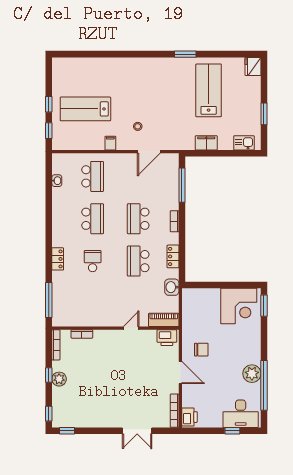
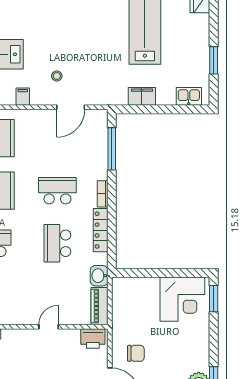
school desk: (138, 219) -> (57, 191), turned 90
locker: (173, 256) -> (101, 230), width x1.53
piano: (164, 320) -> (100, 306), moved, turned -90

